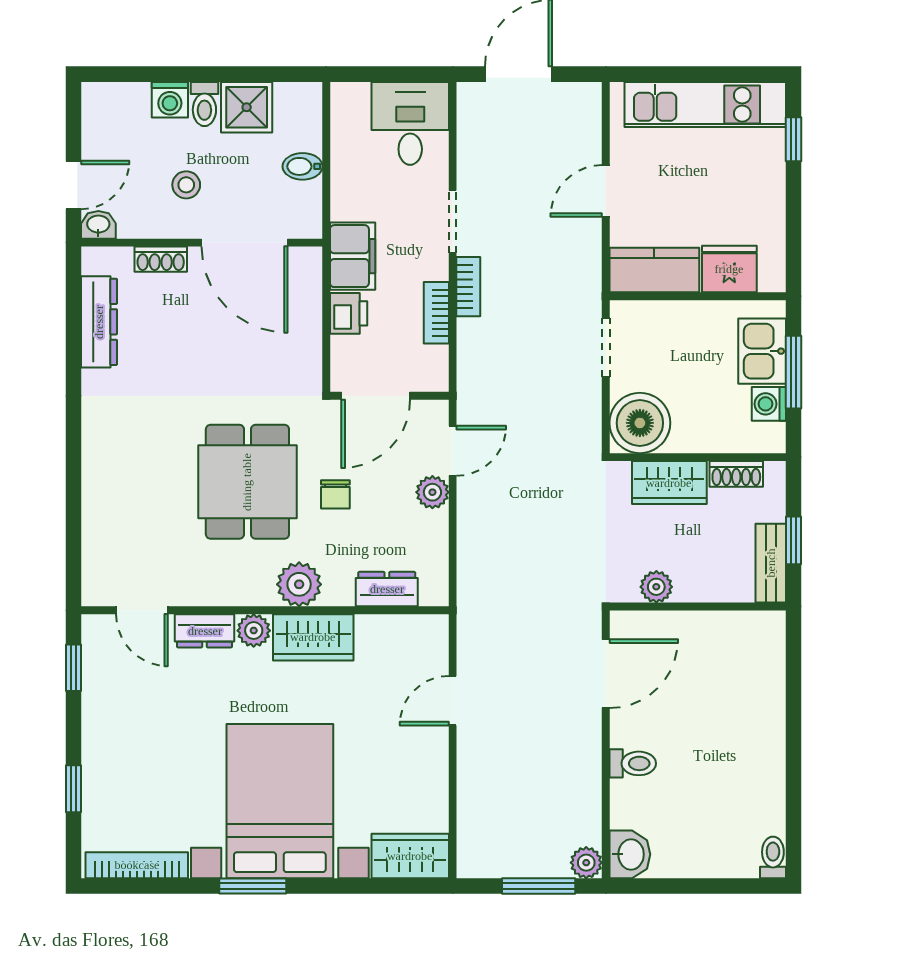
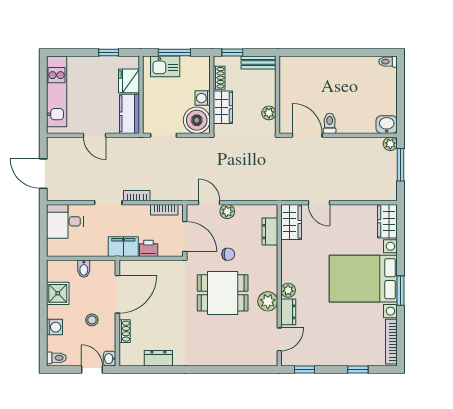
toilet: (204, 104) -> (56, 358), moved
window: (793, 139) -> (109, 53), moved
bookcase: (436, 313) -> (164, 210), moved
dresser: (99, 322) -> (158, 358), width x0.70
washing machine: (769, 404) -> (203, 98), moved, turned 90
window: (793, 540) -> (232, 53), moved
plant: (299, 584) -> (268, 301), moved
wardrobe: (313, 637) -> (291, 222), moved
toilet: (633, 763) -> (330, 123), moved

